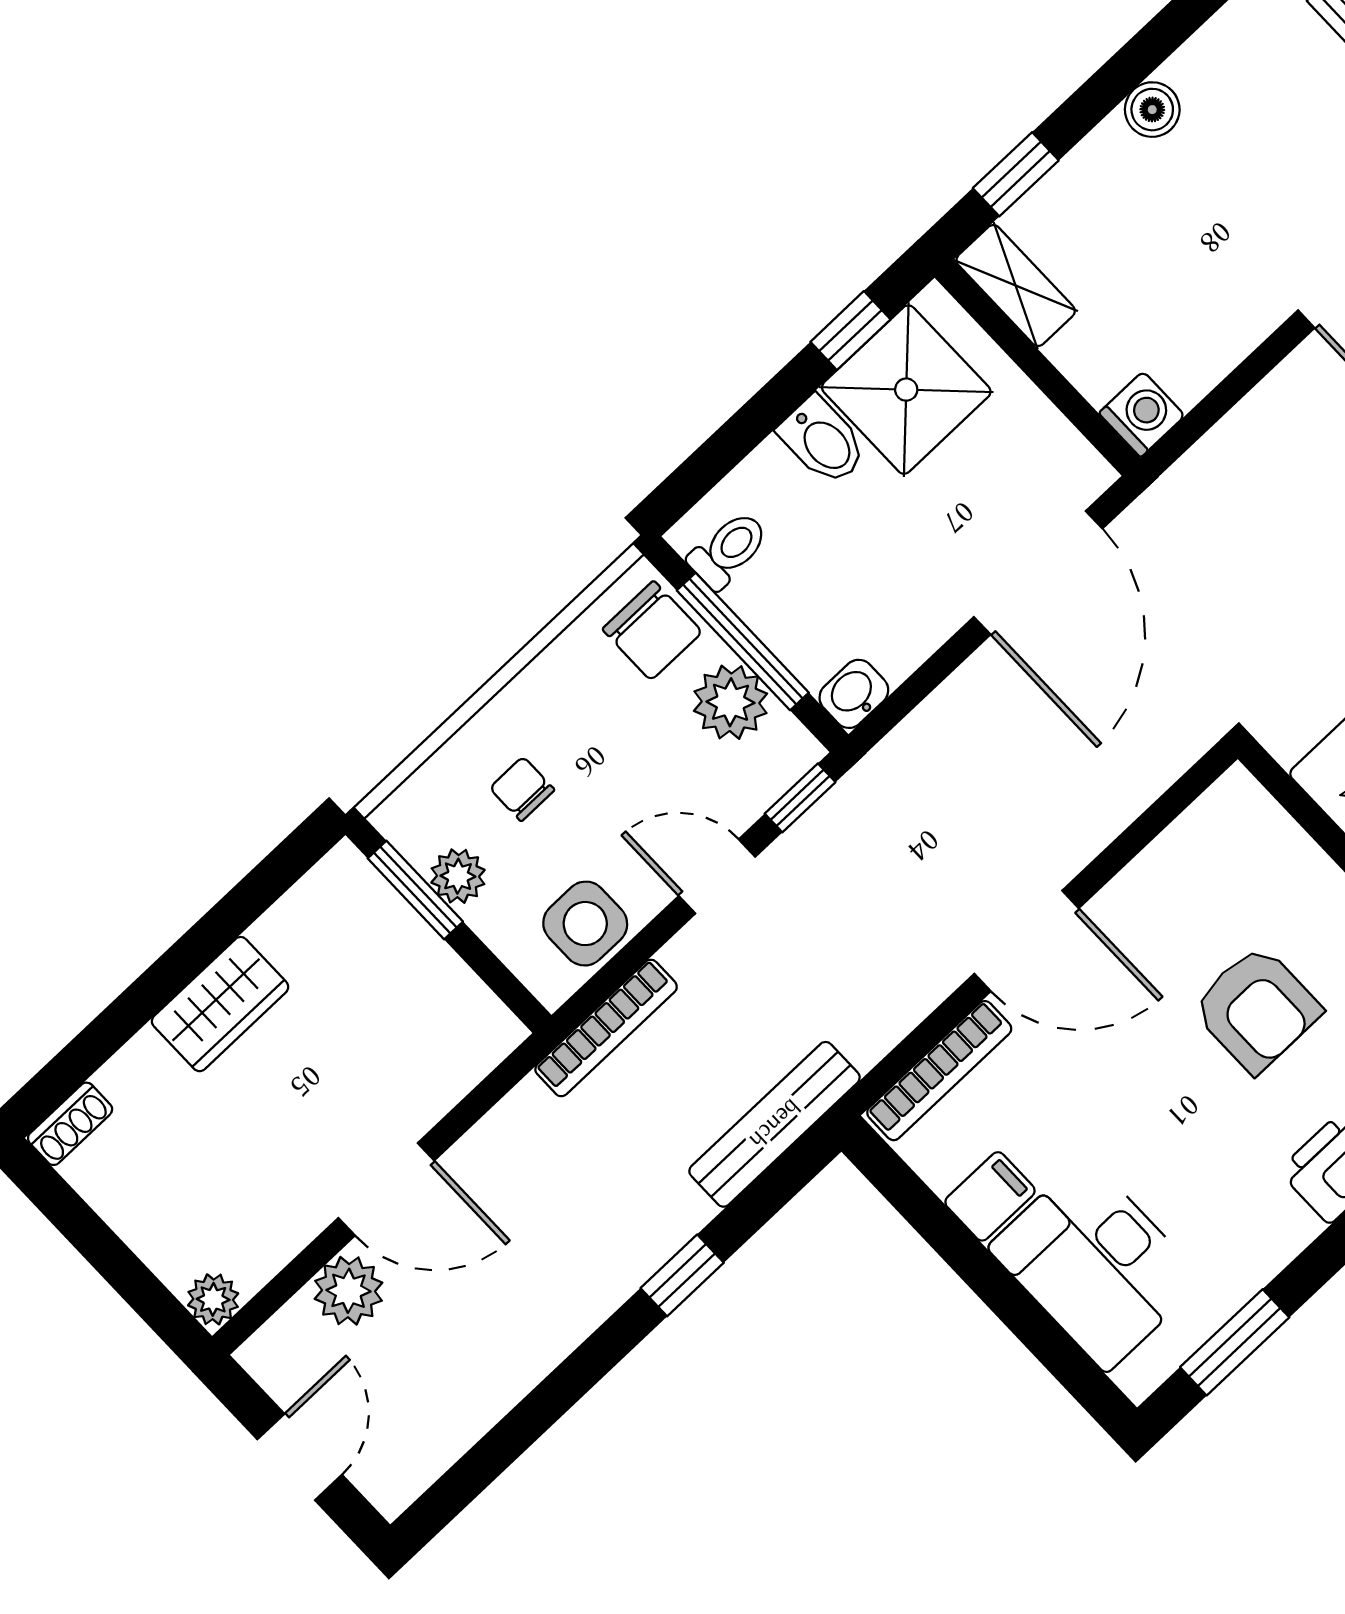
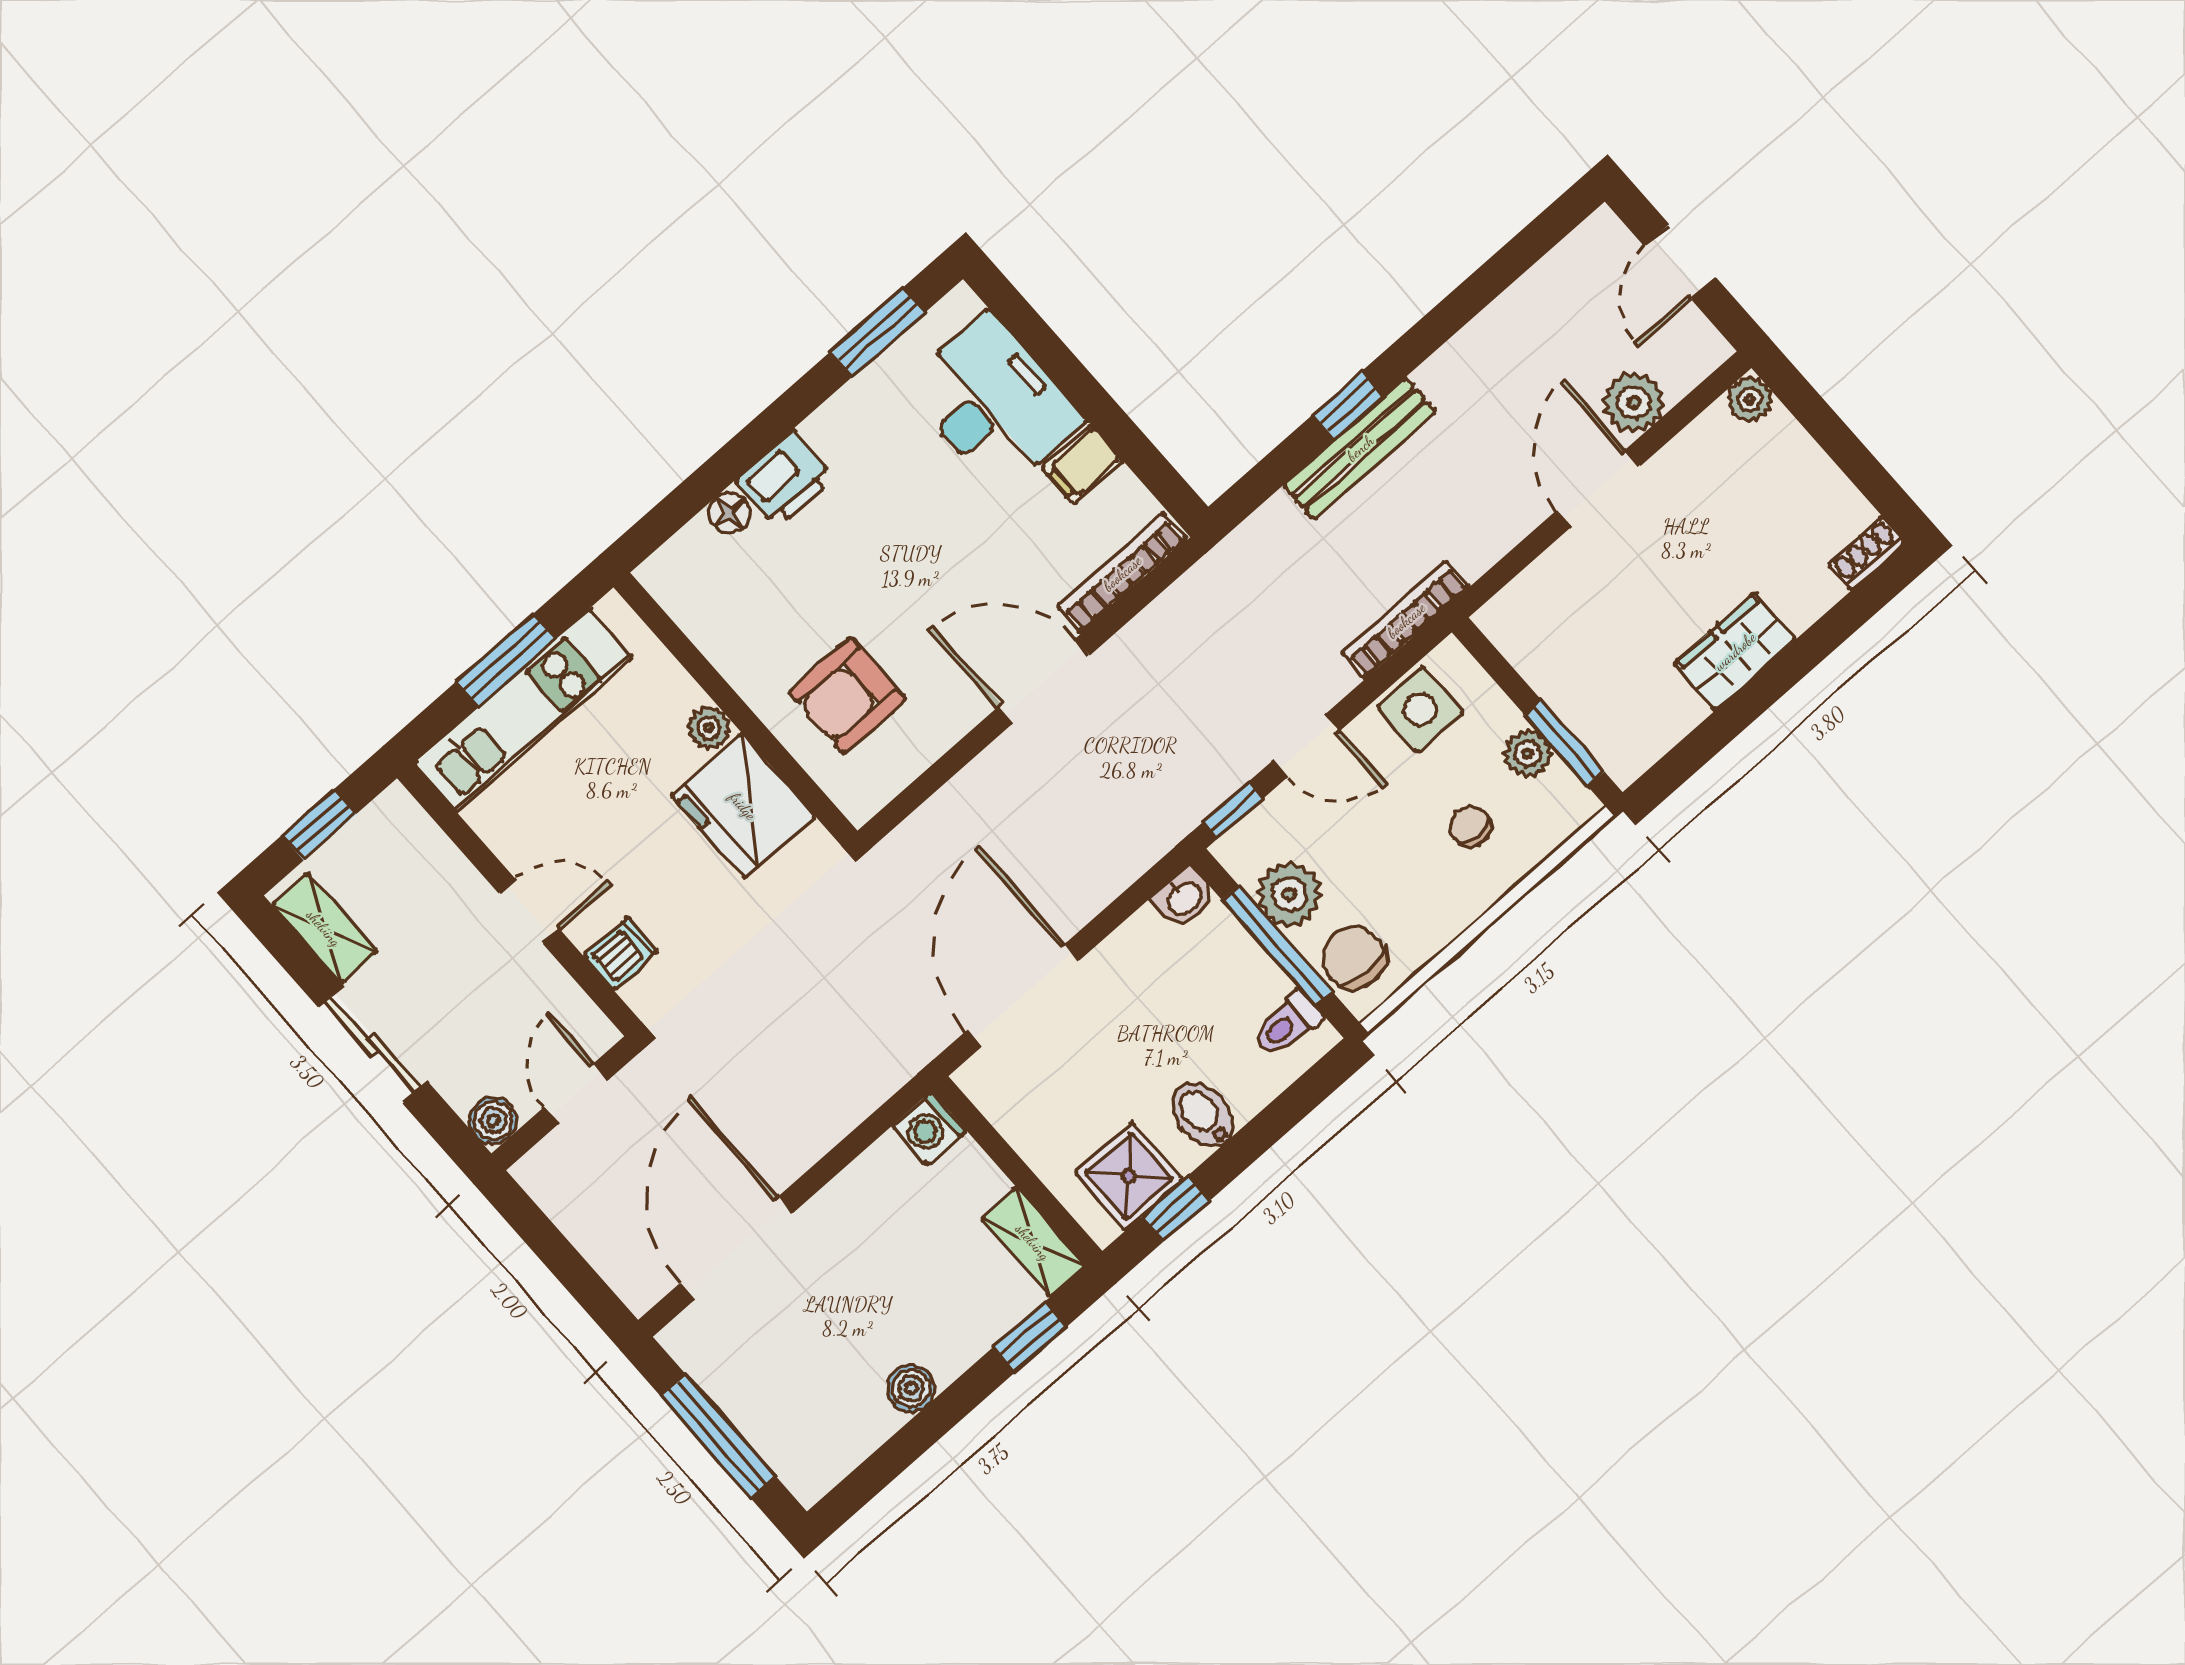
shower: (906, 390) -> (1129, 1176), width x0.73, depth x0.73
chair: (522, 789) -> (1470, 826), turned 180
armchair: (1257, 1009) -> (847, 696), moved, turned -90
bench: (775, 1124) -> (1360, 448), moved
door: (386, 1189) -> (1598, 488), hinge flipped

